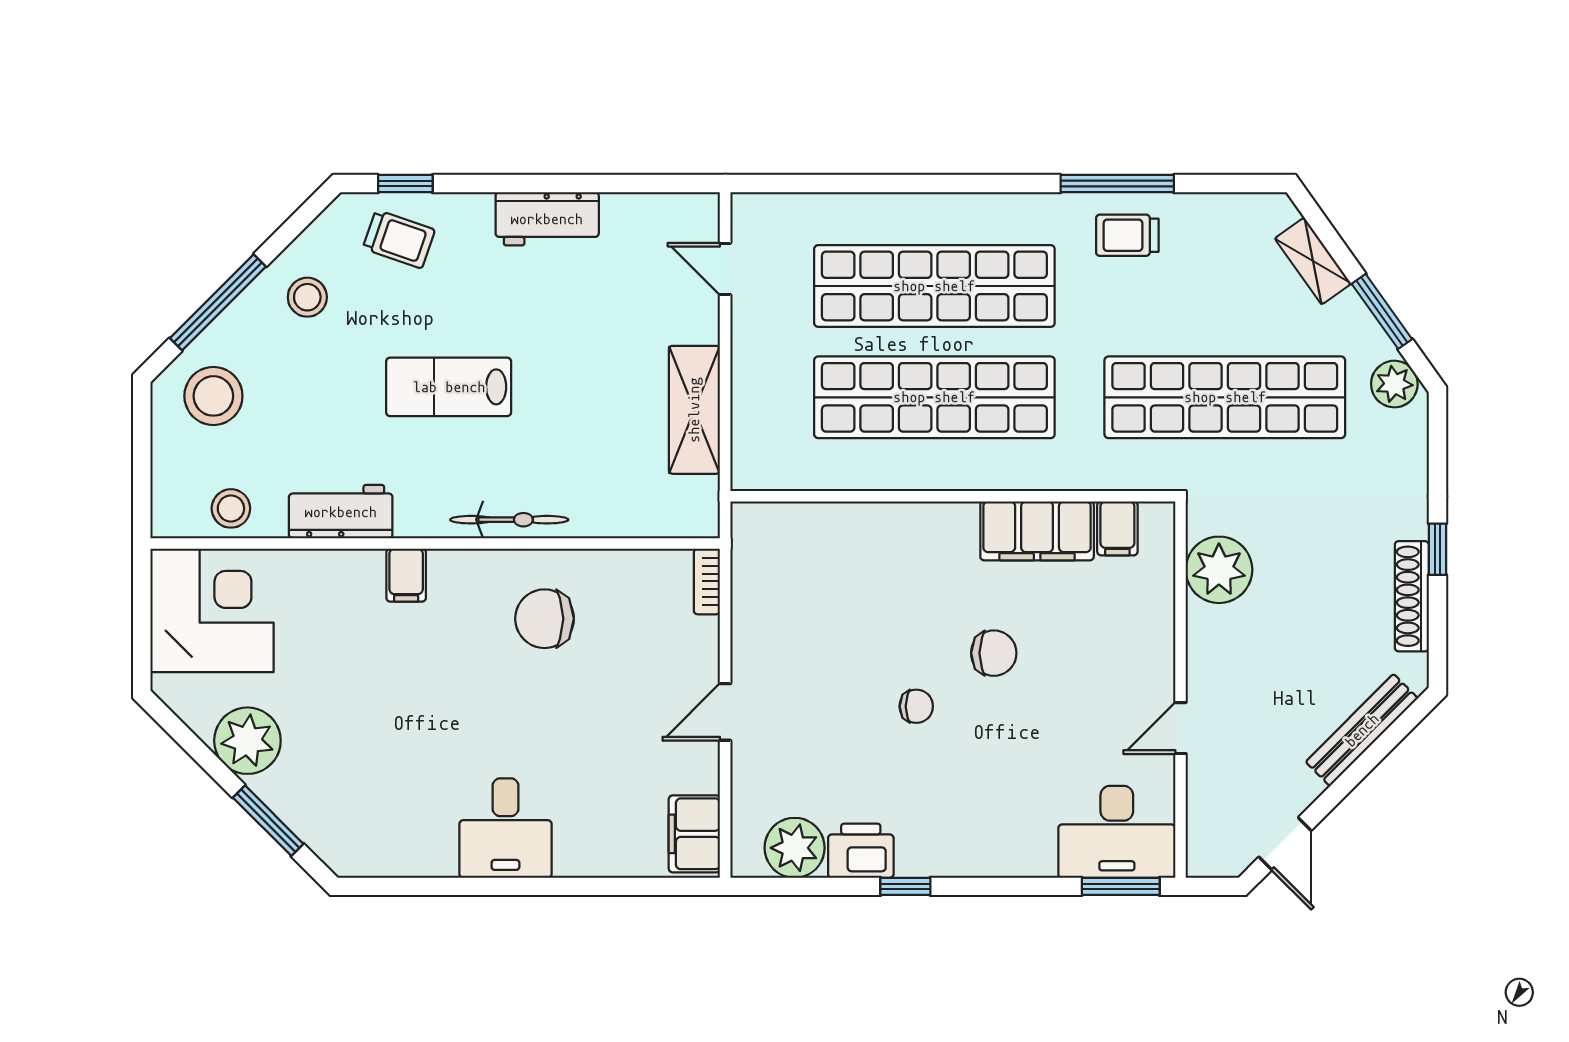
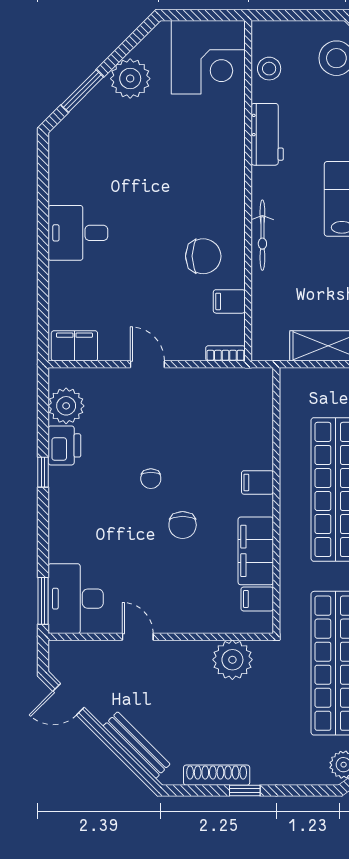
filing cabinet: (923, 528) -> (257, 482), added
filing cabinet: (406, 575) -> (229, 301), moved
chair: (545, 619) -> (203, 256), turned 90

